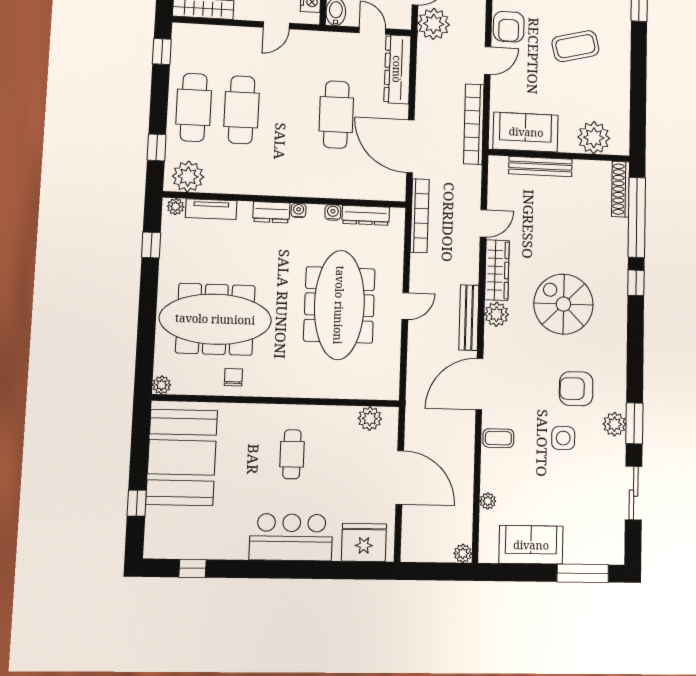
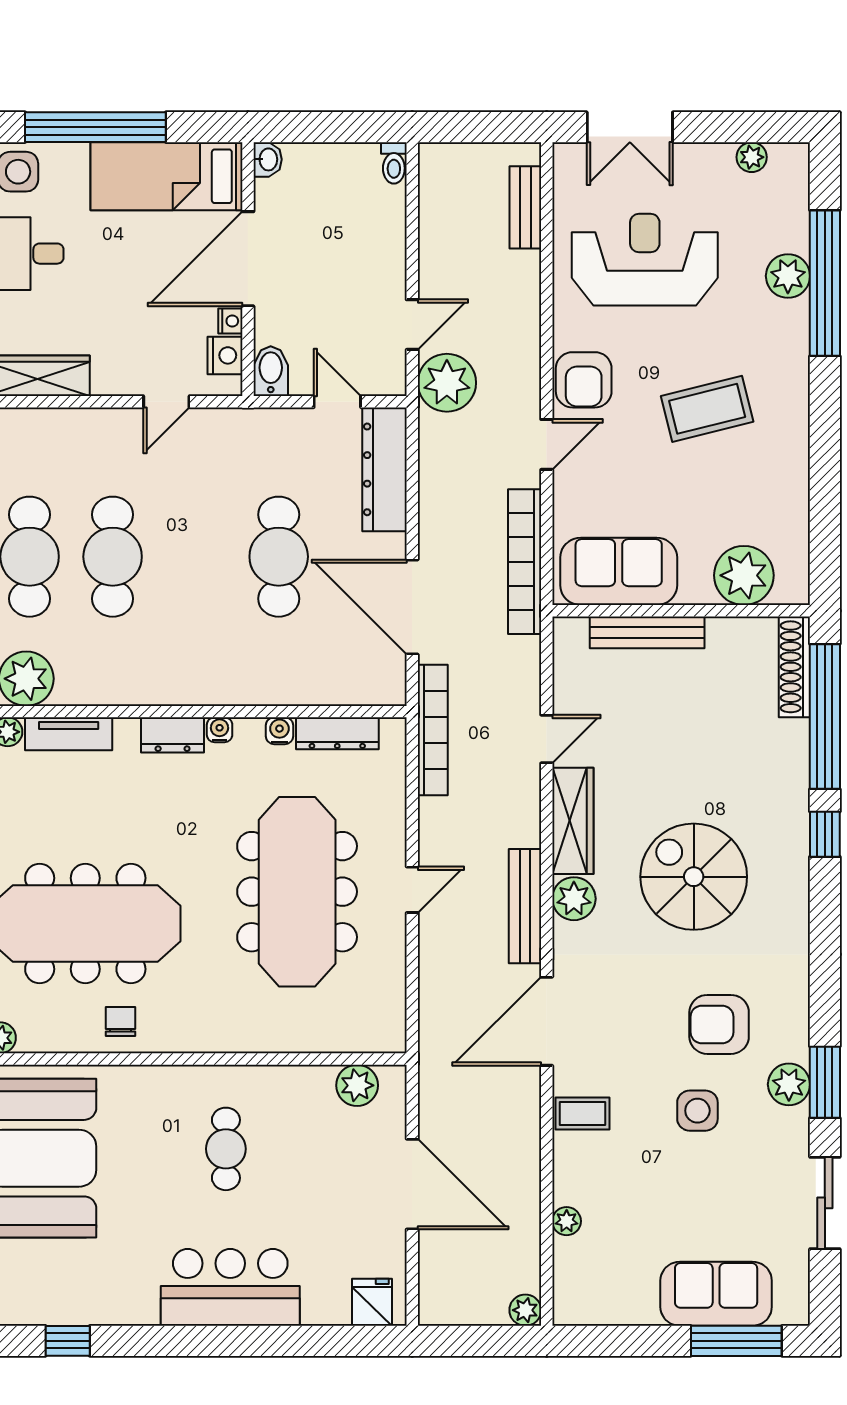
fridge: (364, 542) -> (372, 1302), width x0.53, depth x0.75
sofa: (531, 545) -> (716, 1294), moved

